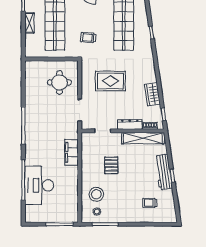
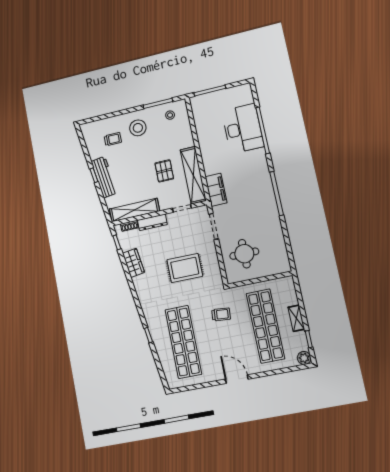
filing cabinet: (71, 152) -> (216, 190), moved
shelving: (88, 156) -> (193, 175), added
stool: (96, 194) -> (138, 128), moved

